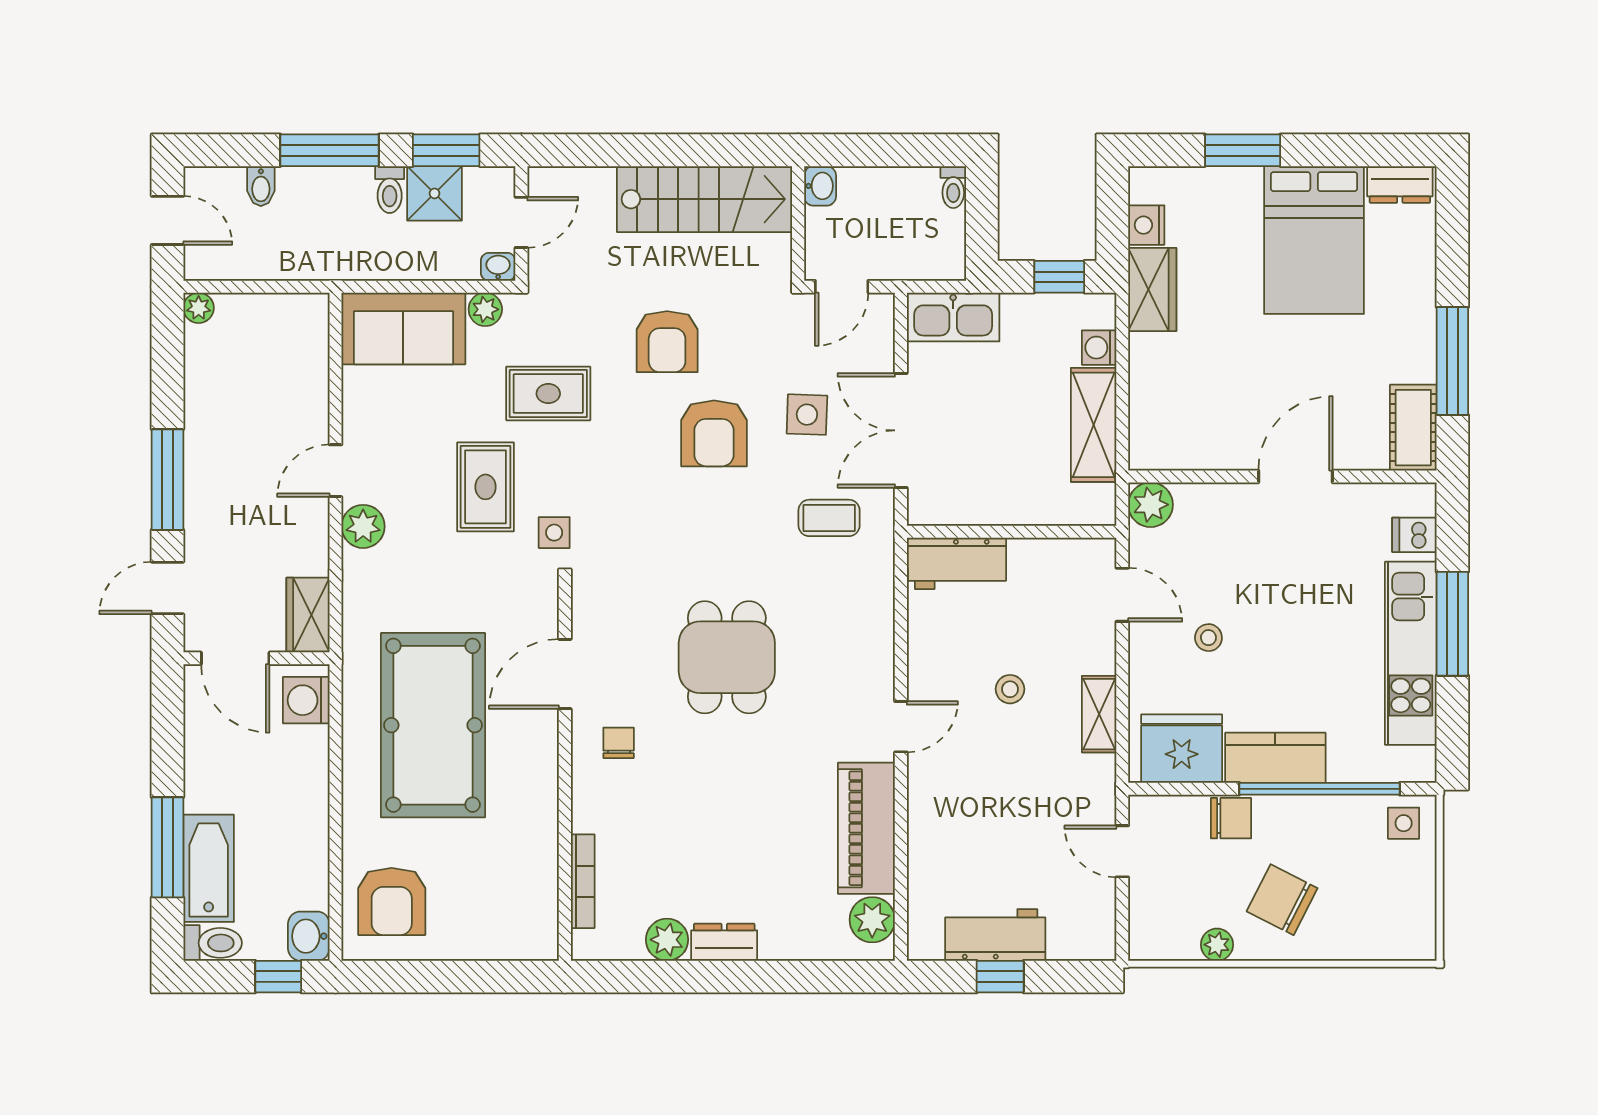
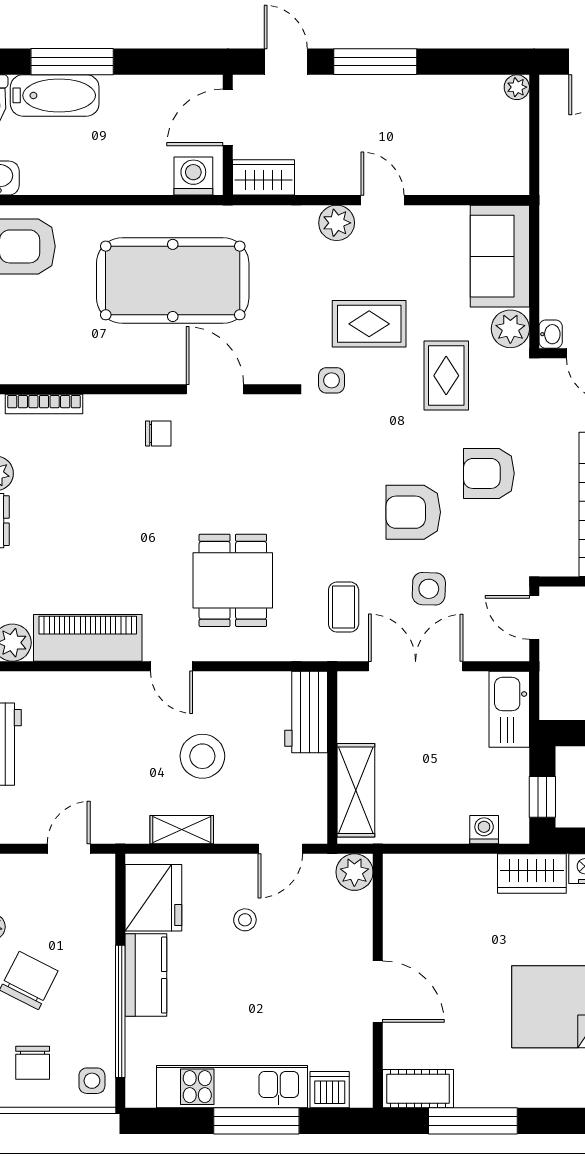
plant: (485, 309) -> (510, 329), width x1.38, depth x1.38
shelving: (1094, 425) -> (356, 790), moved, turned 90
dishwasher: (1414, 535) -> (330, 1090), width x1.38
dining table: (727, 657) -> (233, 580), moved, turned 90
stool: (1010, 689) -> (202, 756), width x1.89, depth x1.89
chair: (1231, 818) -> (33, 1063), moved

